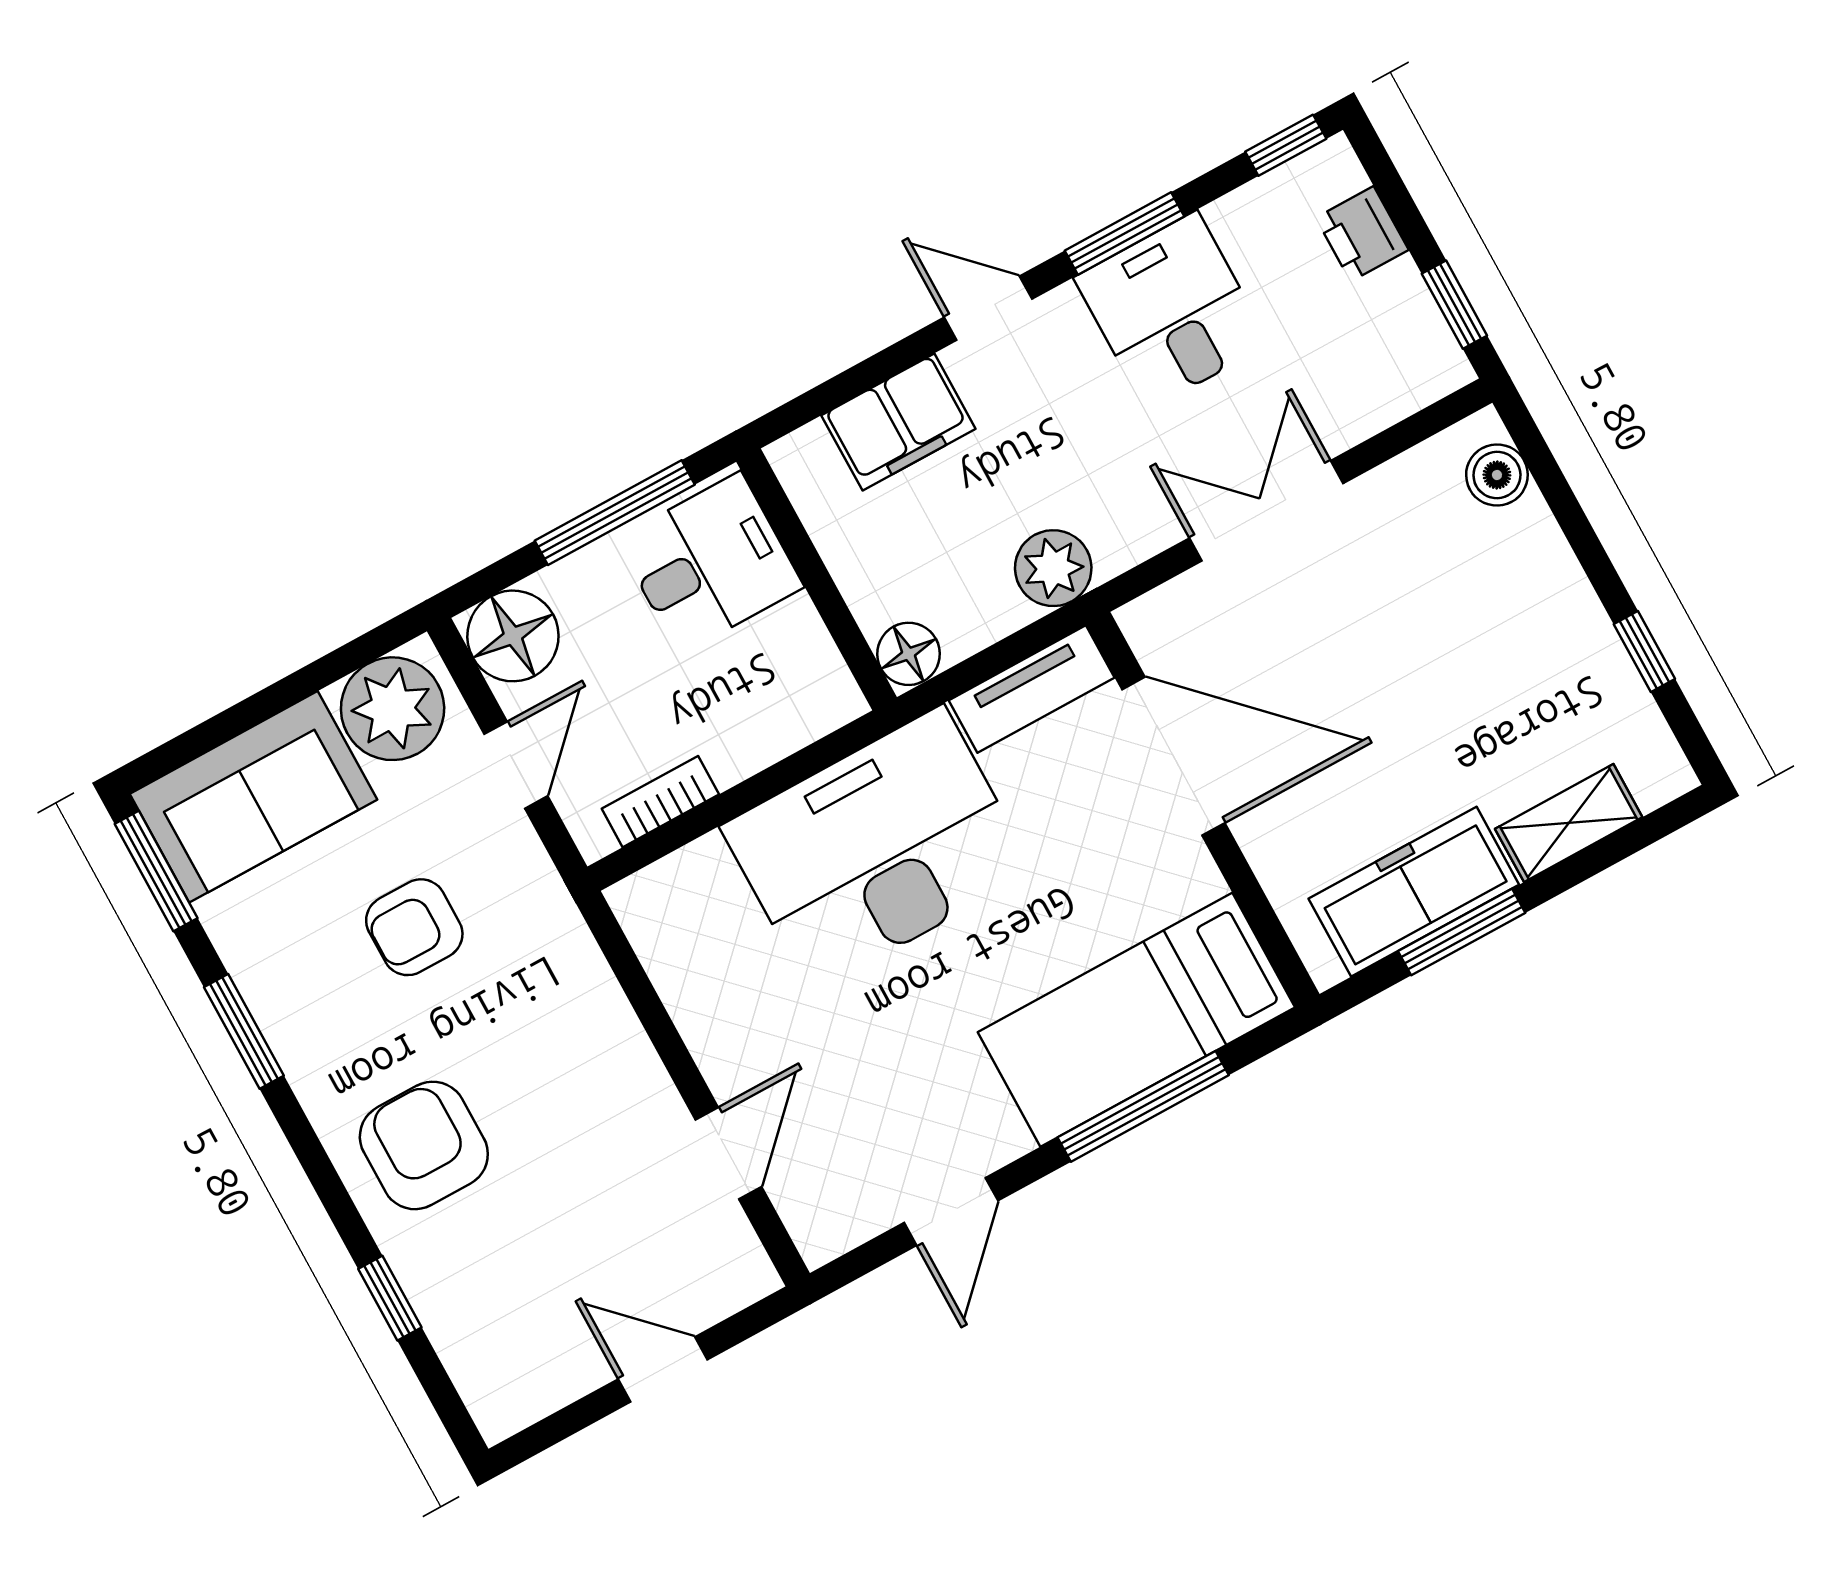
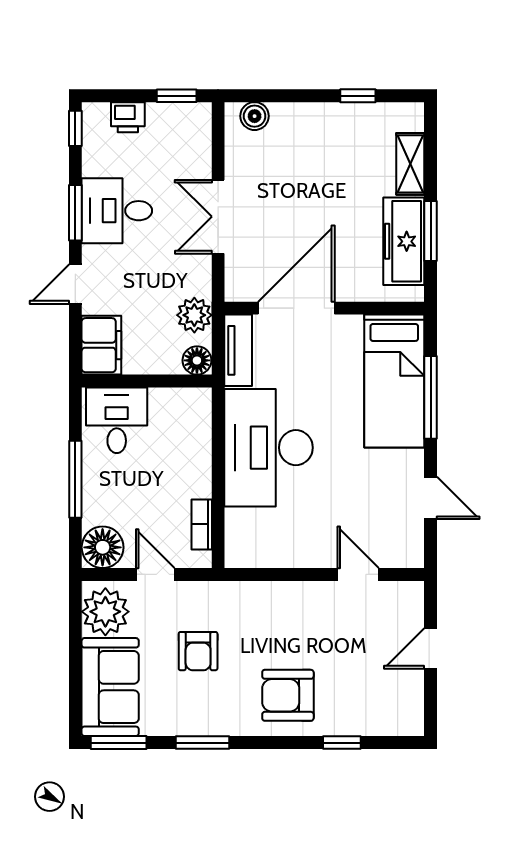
desk: (710, 563) -> (117, 420), moved
wall: (817, 580) -> (147, 381), moved
floor lamp: (909, 654) -> (197, 360), moved

